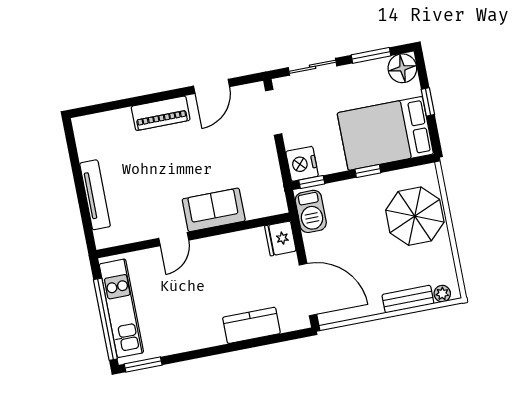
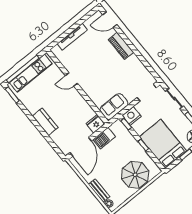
door: (212, 86) -> (110, 20), moved
sofa: (214, 210) -> (114, 107), moved, turned -90
barbecue: (311, 211) -> (104, 138), moved
kitchen counter: (251, 325) -> (45, 122), moved

